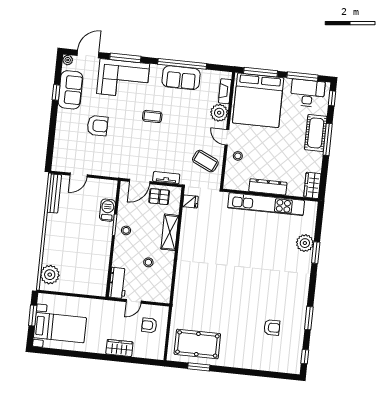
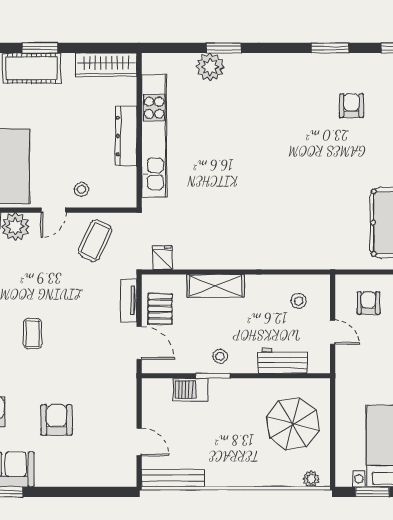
window: (328, 139) -> (40, 48), width x0.69
wardrobe: (312, 185) -> (106, 65), width x1.50
stool: (148, 262) -> (299, 301), moved
parasol: (80, 271) -> (293, 424), added
plant: (50, 275) -> (311, 479), width x0.53, depth x0.53
workbench: (118, 283) -> (283, 361), moved
armchair: (149, 325) -> (368, 303), turned 180

